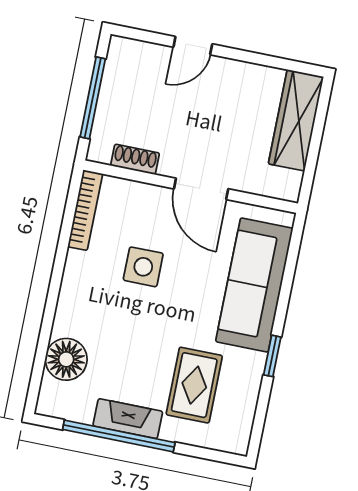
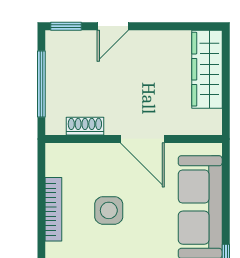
window: (136, 34) -> (66, 26), added
bookcase: (85, 210) -> (53, 209), moved

